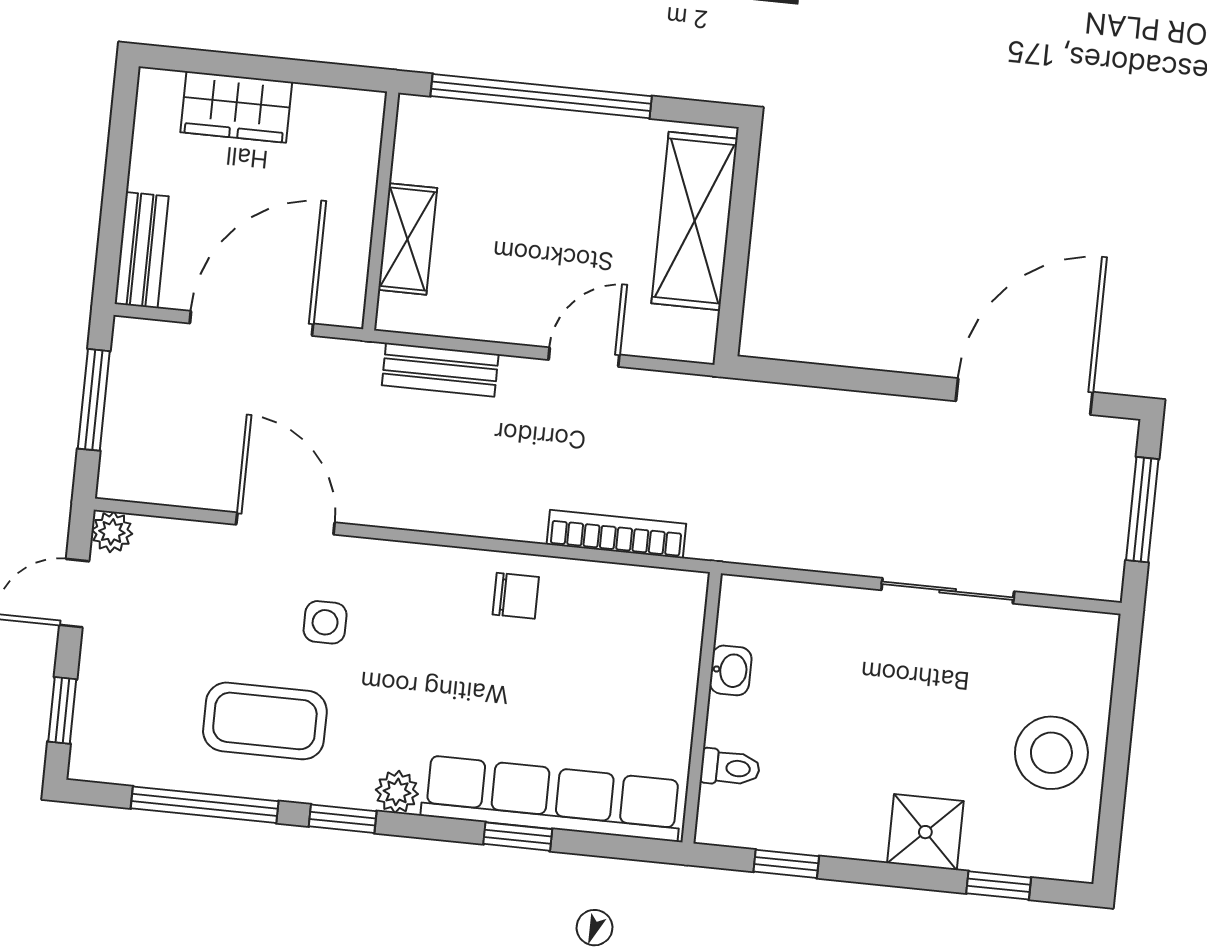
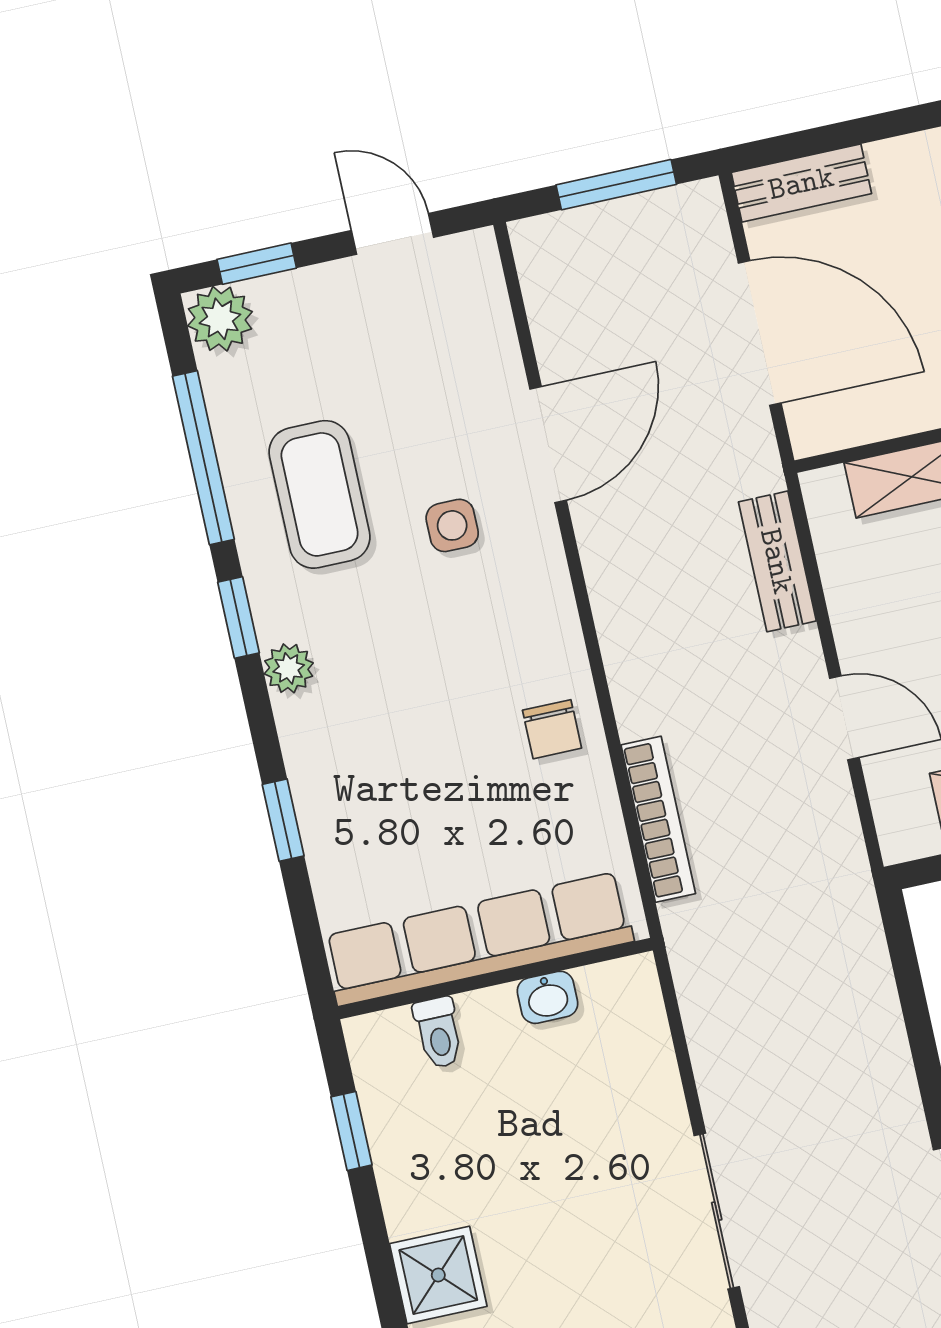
plant: (112, 532) -> (220, 319), moved, width x1.38, depth x1.38
row of seats: (552, 798) -> (478, 939), moved, turned -90

